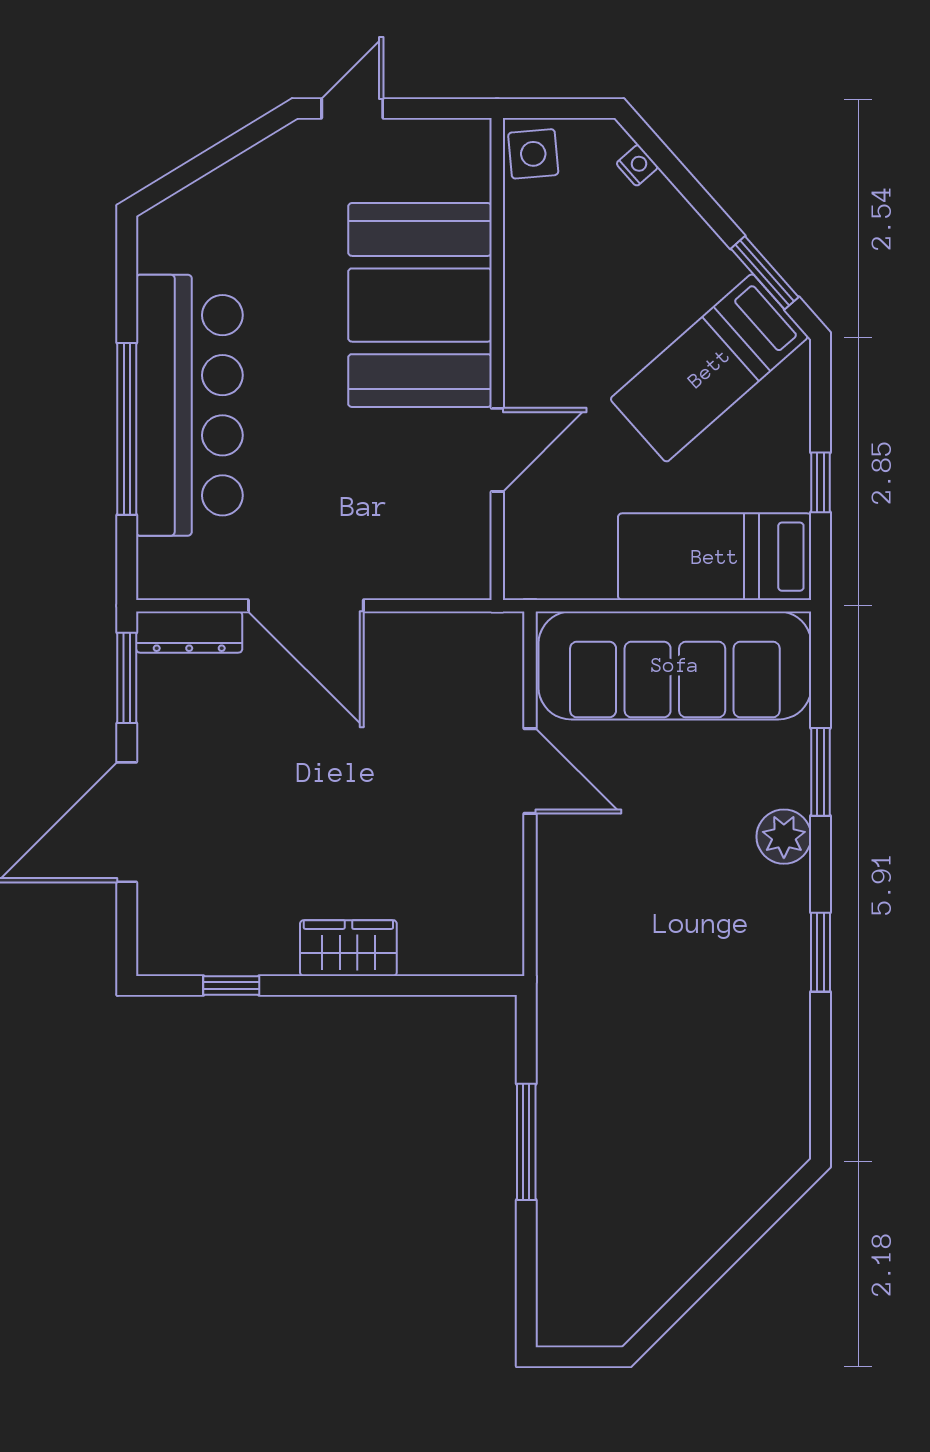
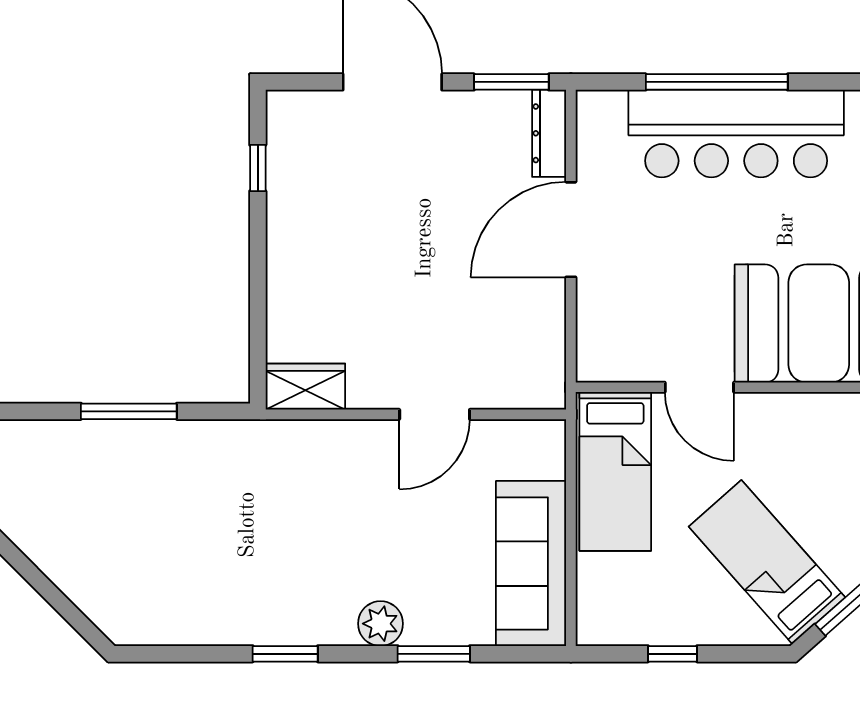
bed: (715, 557) -> (615, 471), moved, turned 180
sofa: (675, 665) -> (531, 563), width x0.74, depth x0.79
wardrobe: (348, 948) -> (305, 387), moved, turned -90

